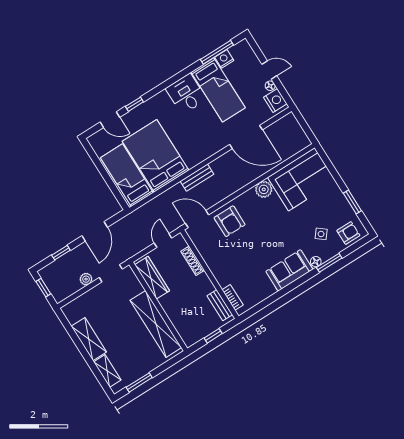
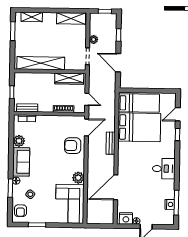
bed: (218, 90) -> (154, 189), removed
plant: (266, 289) -> (19, 141), added
shelving: (89, 339) -> (71, 18), moved

